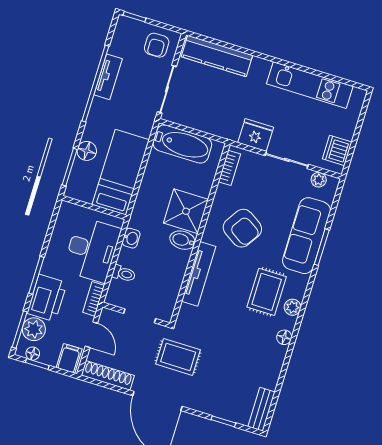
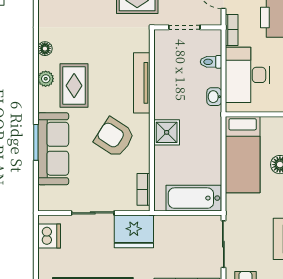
fridge: (256, 135) -> (134, 231), width x1.36, depth x1.34
plant: (319, 180) -> (58, 204), removed
shower: (186, 211) -> (167, 132), width x0.73, depth x0.73
bidet: (183, 240) -> (166, 109), removed

